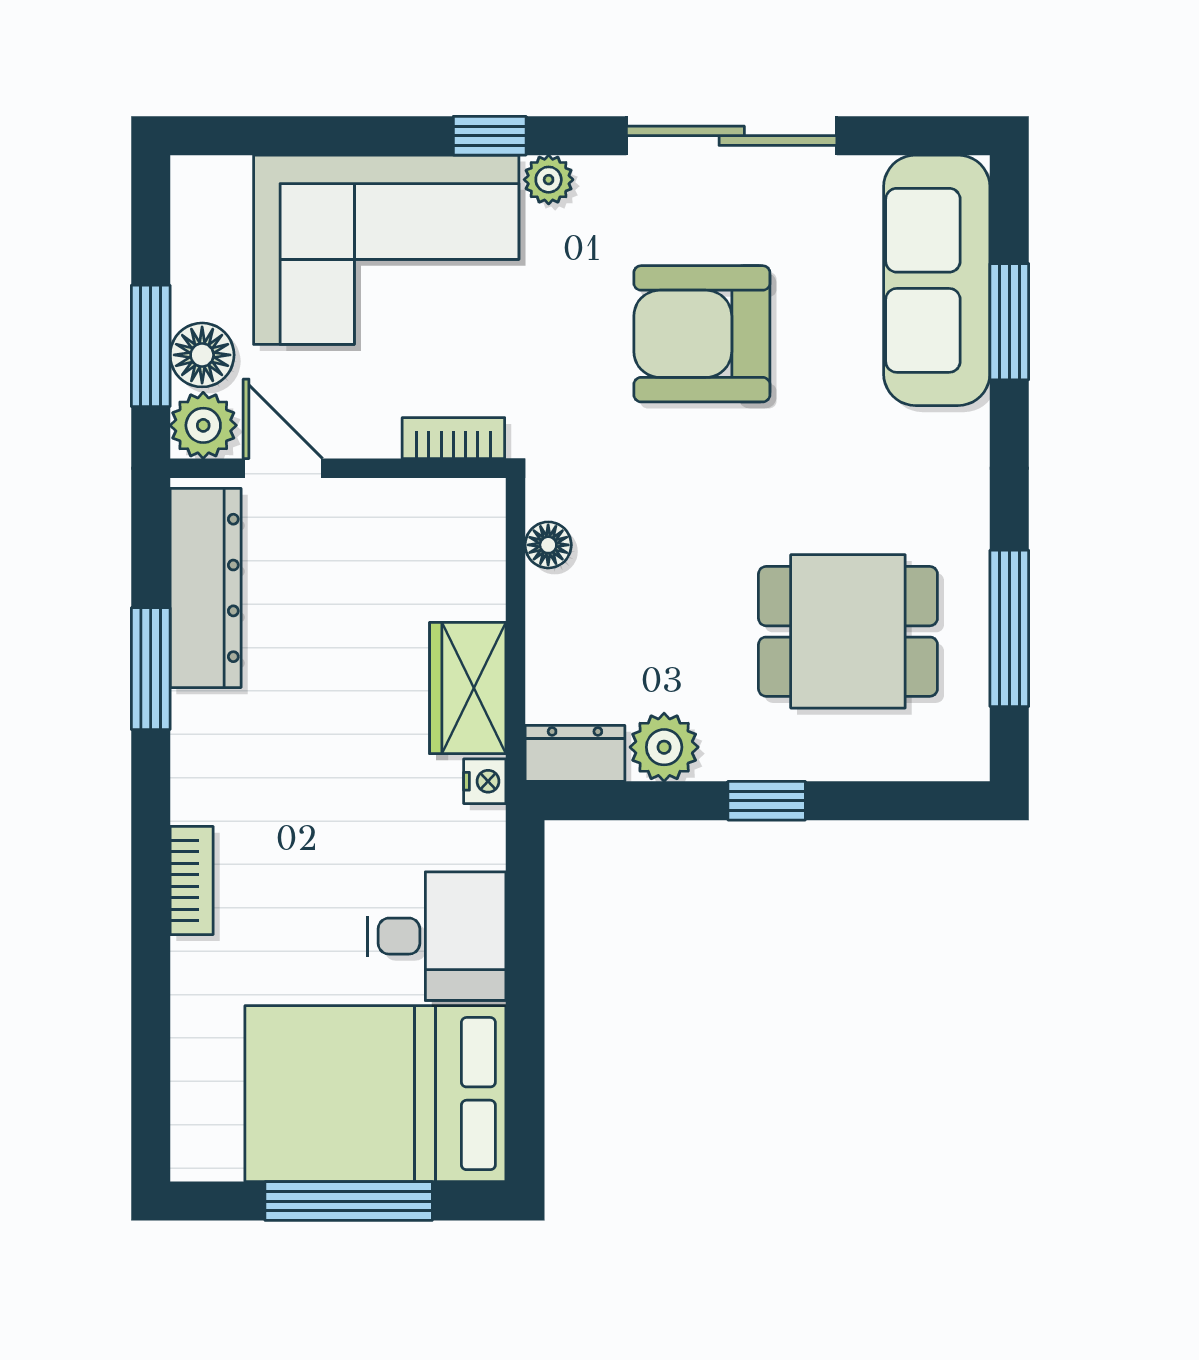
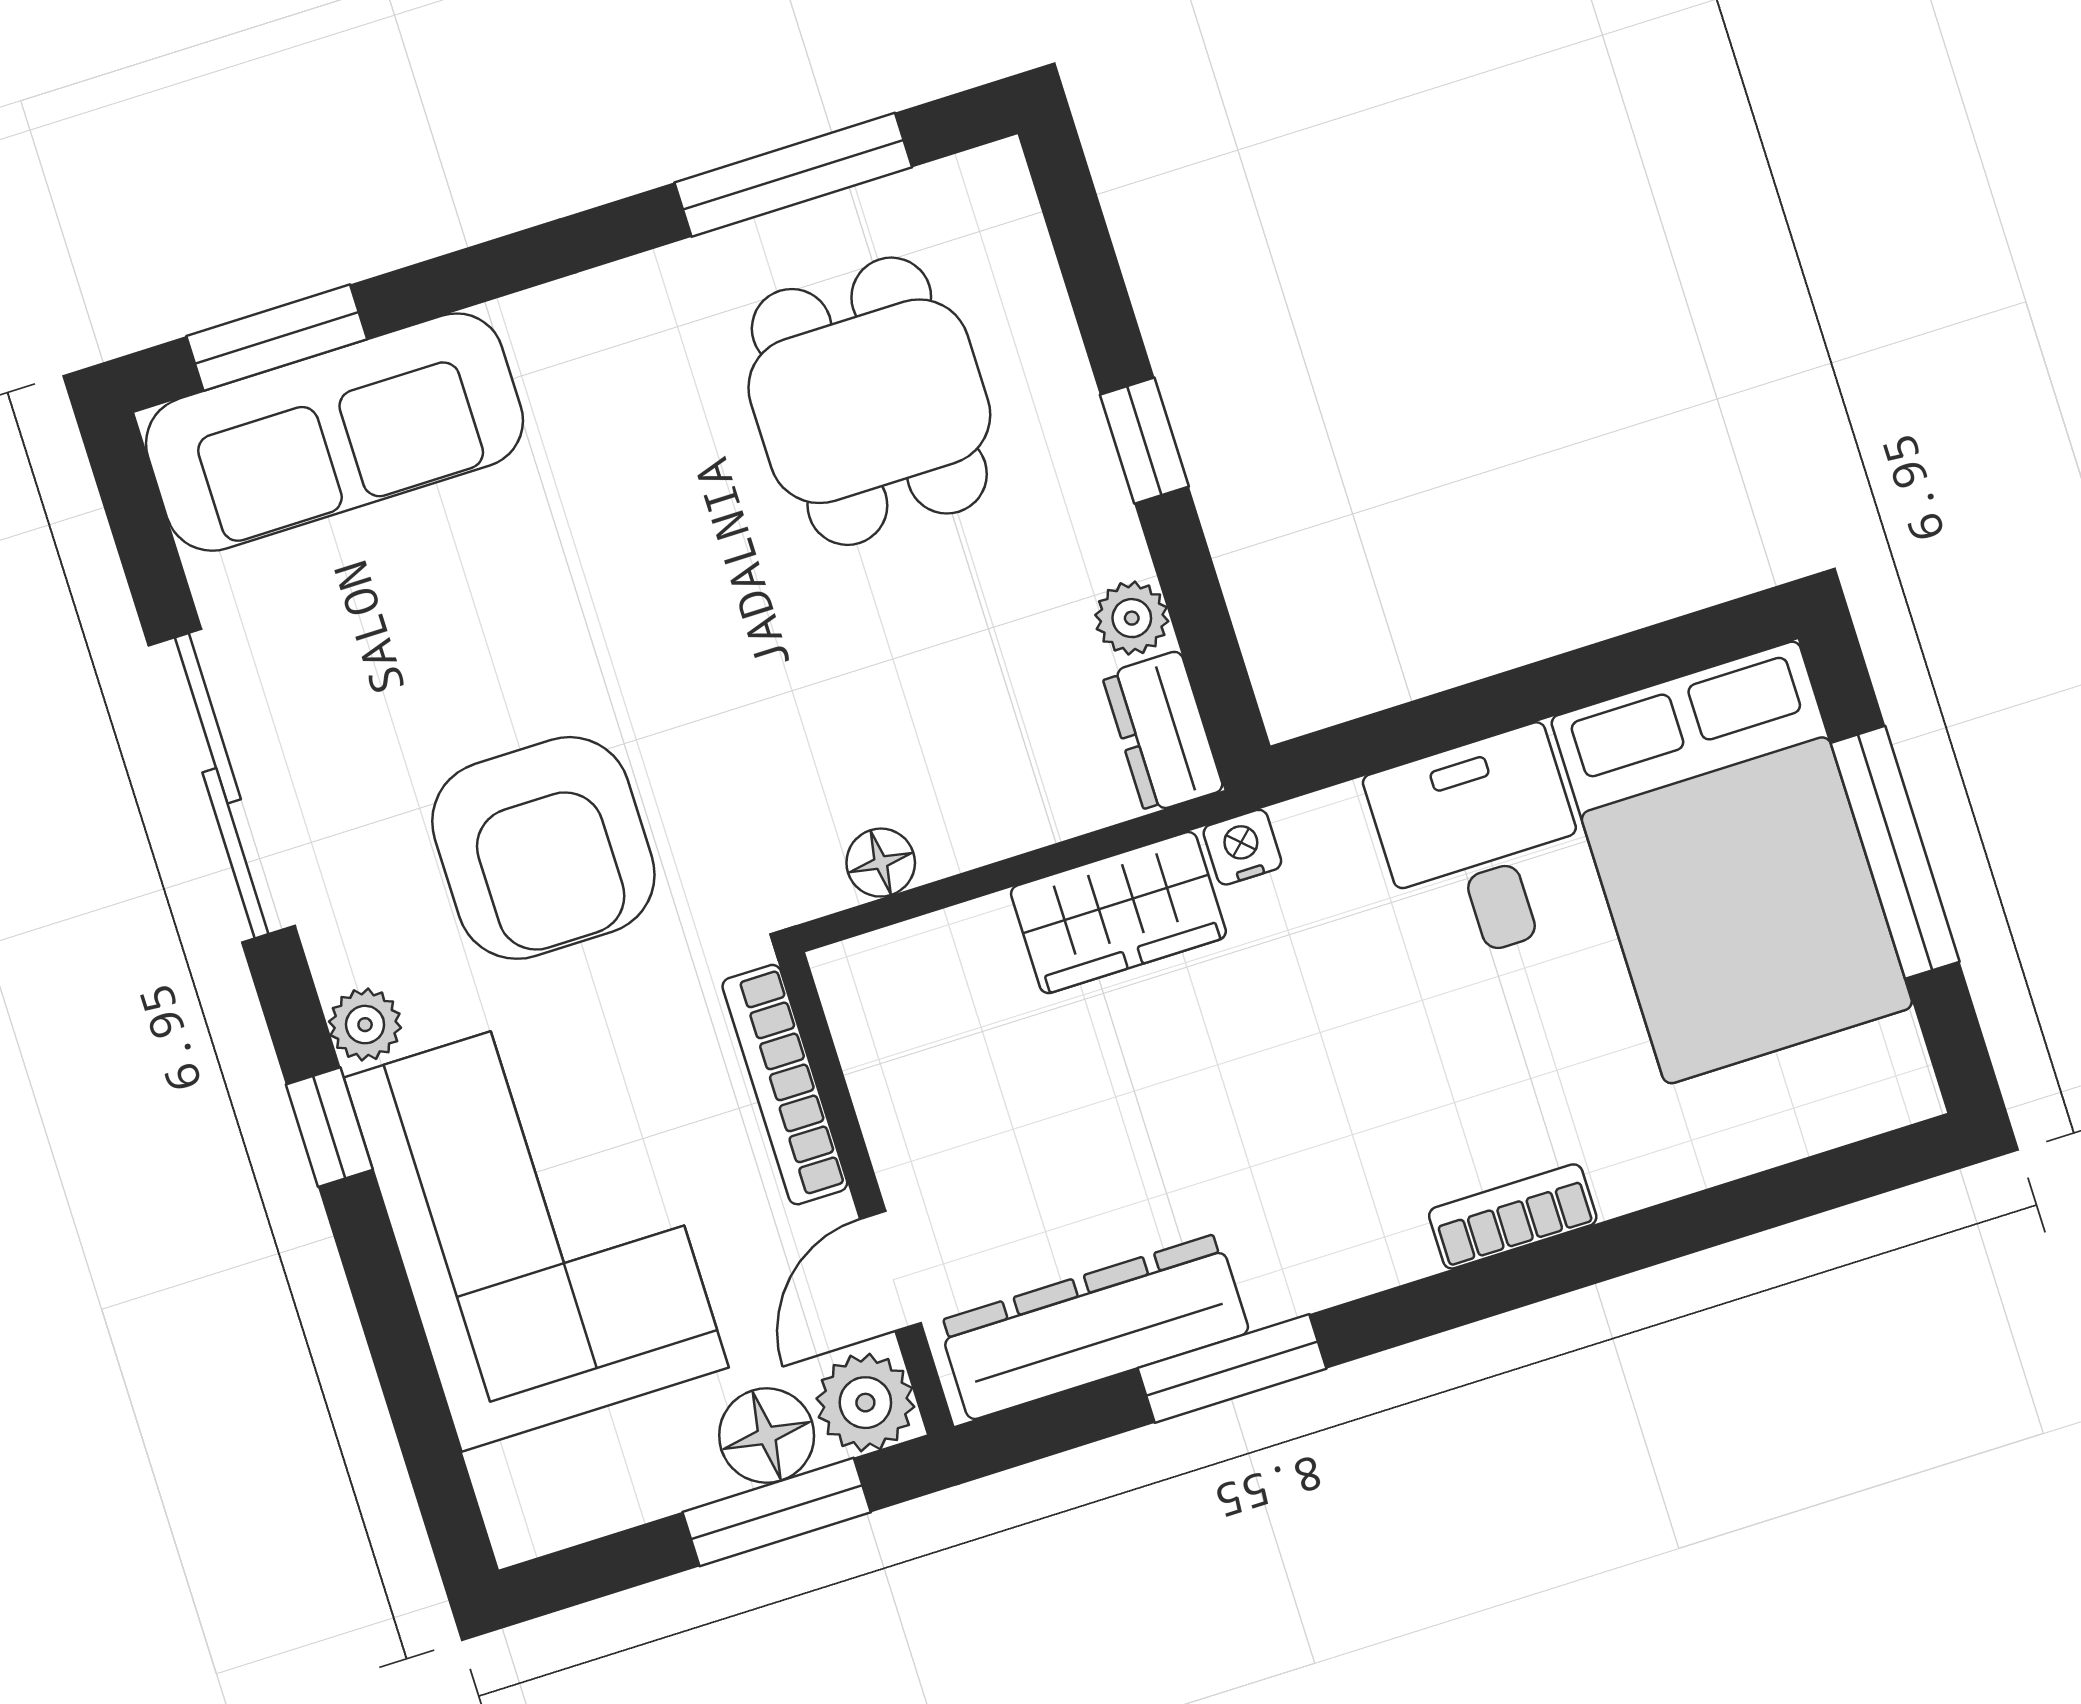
window: (1009, 322) -> (277, 338), moved
armchair: (702, 334) -> (543, 848), moved
bookcase: (453, 438) -> (785, 1085), width x1.56
plant: (664, 747) -> (1132, 618), width x0.73, depth x0.73

